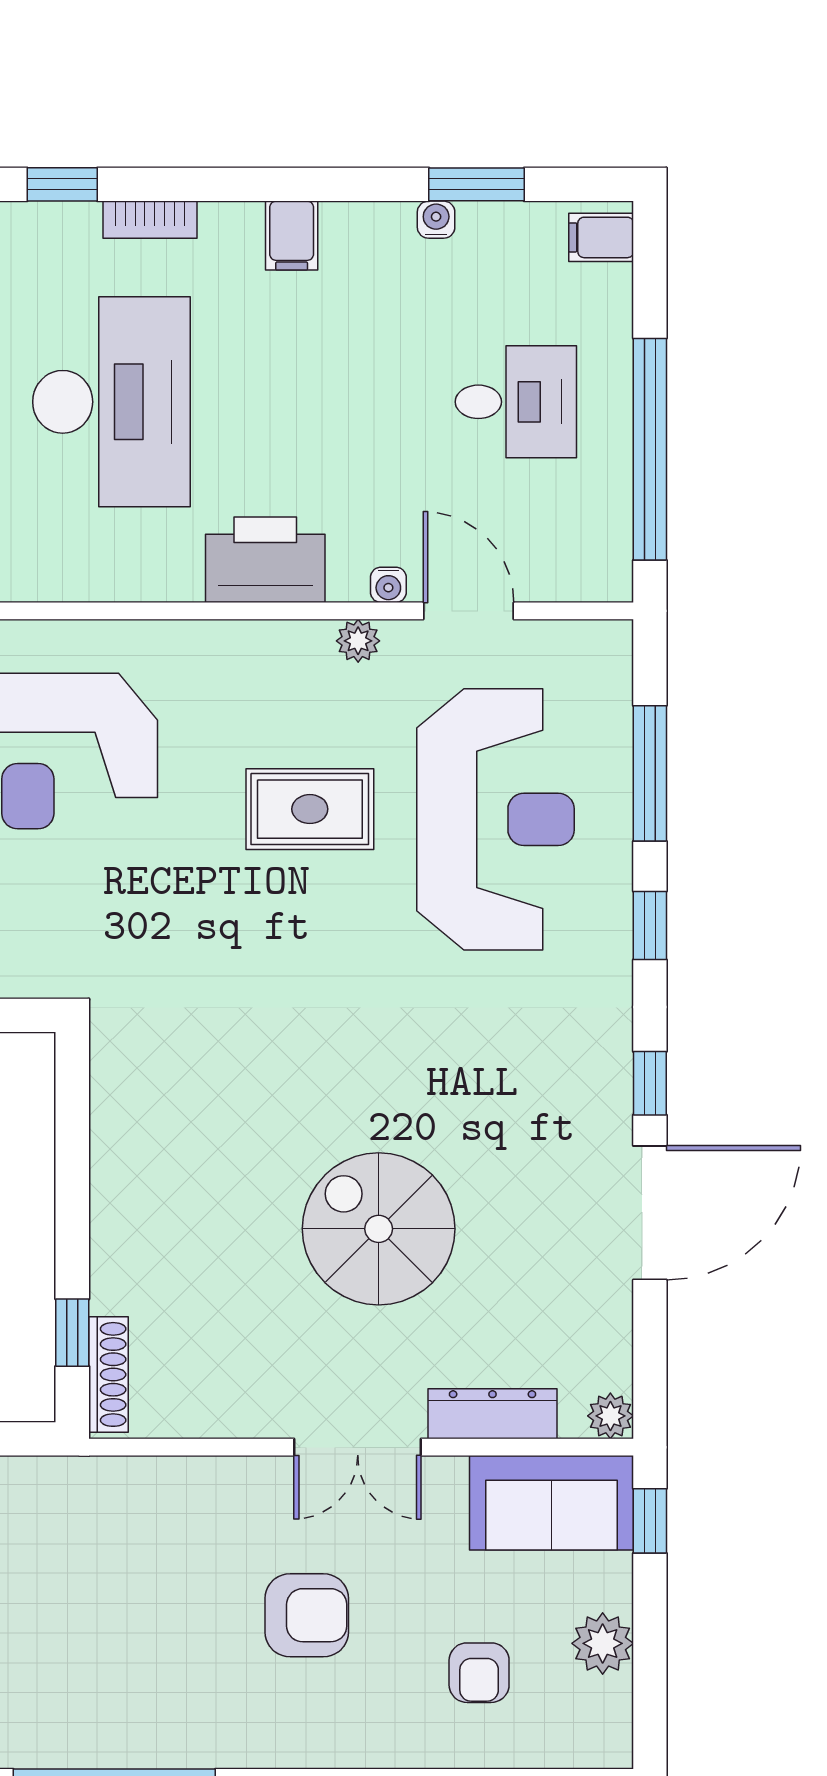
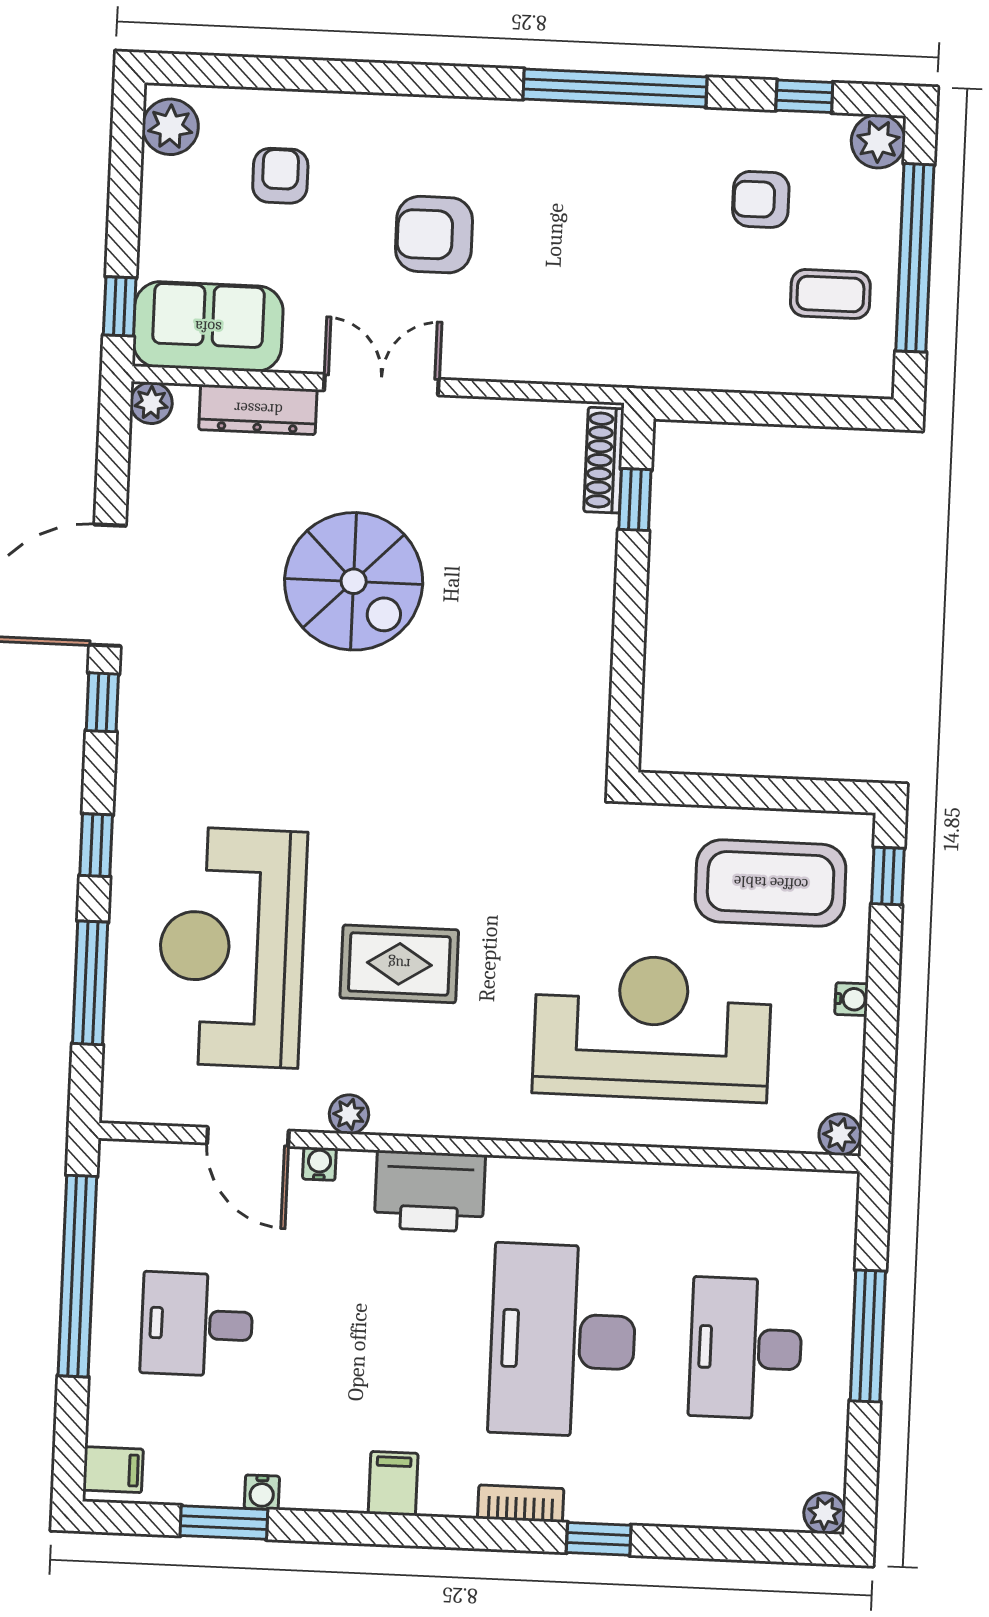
plant: (603, 1643) -> (170, 127), moved

